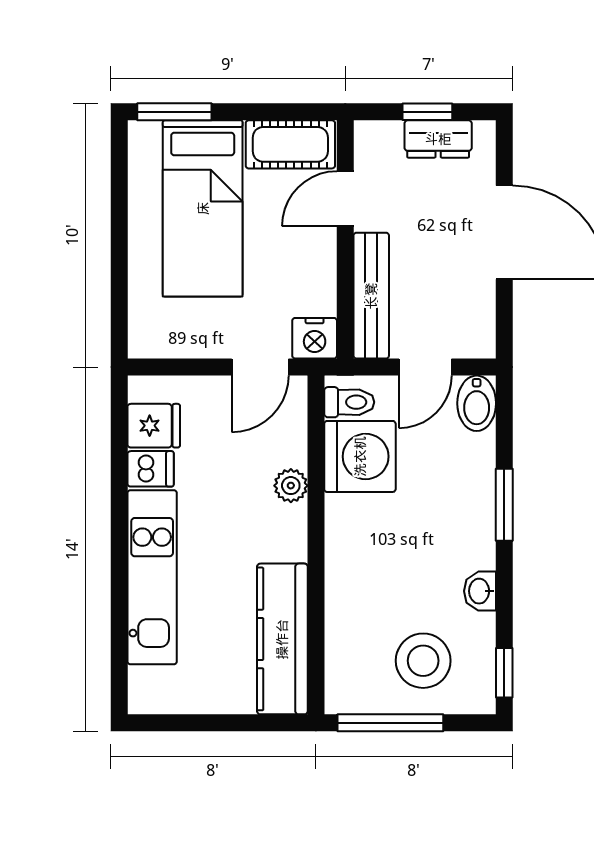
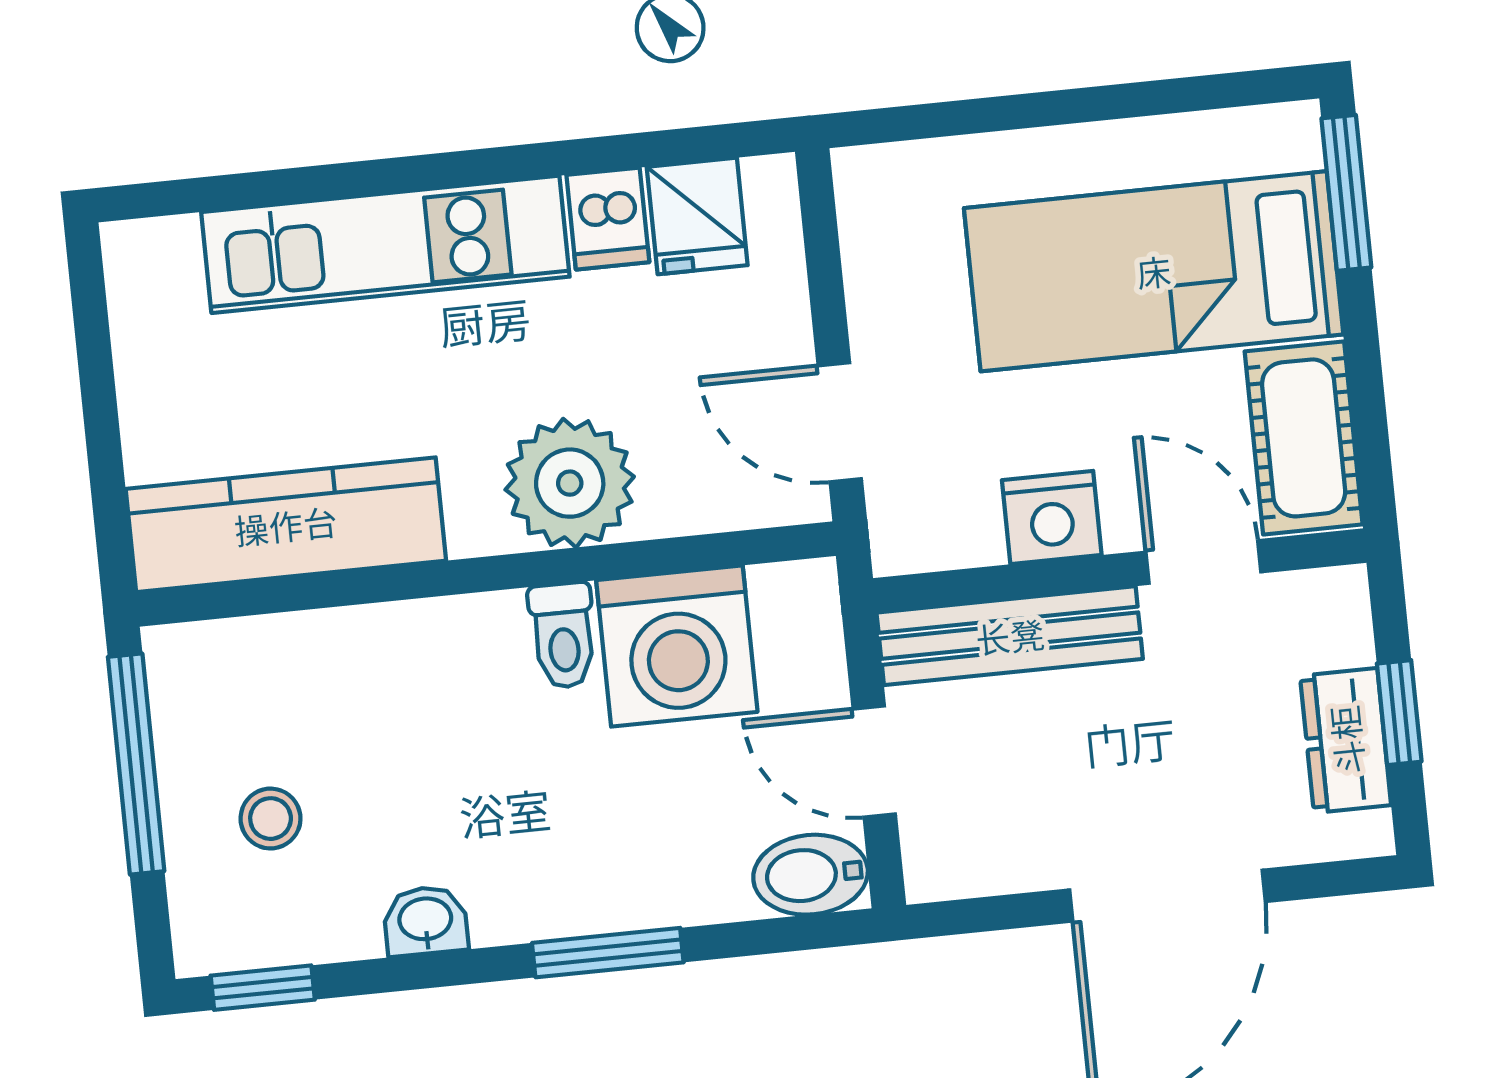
nightstand: (315, 338) -> (1052, 518), moved, turned -90
toilet: (349, 402) -> (563, 635), moved
plant: (291, 486) -> (570, 483), width x1.88, depth x1.88
stool: (423, 661) -> (271, 819), width x0.53, depth x0.53

